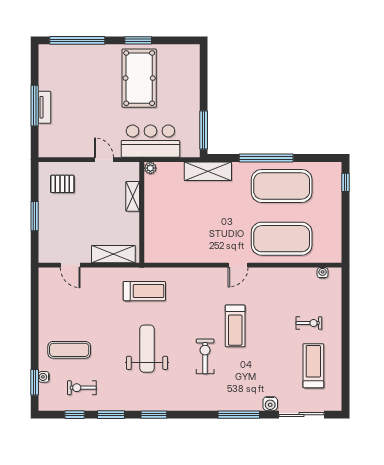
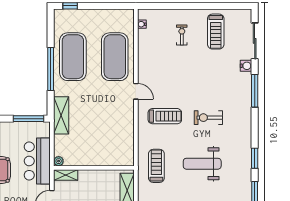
shelving: (133, 196) -> (66, 175), moved
treadmill: (235, 326) -> (165, 116), moved
treadmill: (313, 366) -> (216, 32), turned -90

